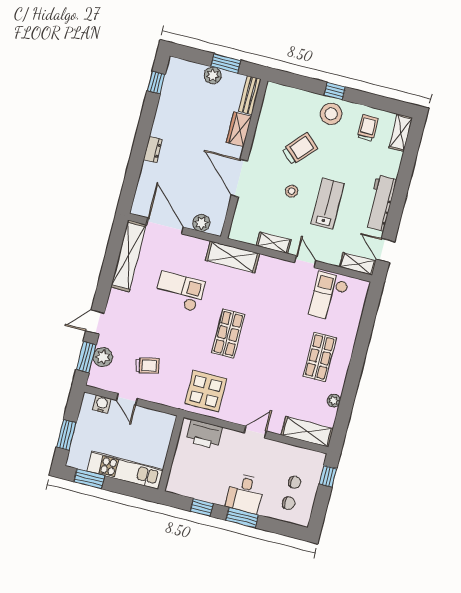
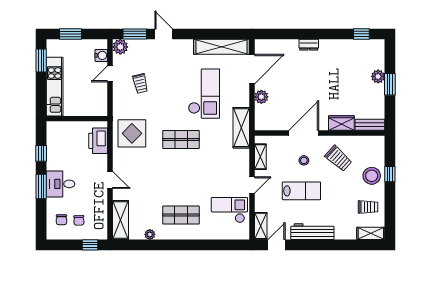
bench: (250, 95) -> (370, 125), moved
wardrobe: (239, 129) -> (341, 123), moved
wall: (244, 159) -> (320, 133), moved
door: (239, 178) -> (304, 133), moved
checkout: (180, 292) -> (204, 94), width x1.36, depth x1.21
plant: (103, 357) -> (120, 47), moved

